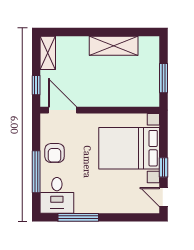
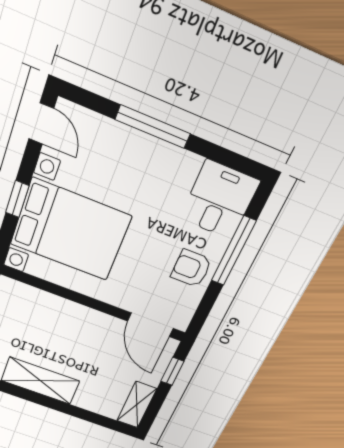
armchair: (55, 153) -> (191, 268), turned -90
window: (163, 167) -> (17, 199), moved
window: (78, 217) -> (153, 127), moved

